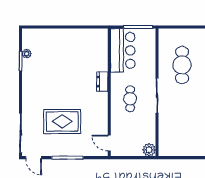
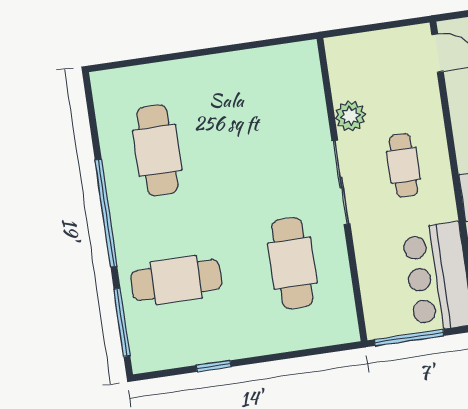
plant: (149, 150) -> (350, 116), moved

